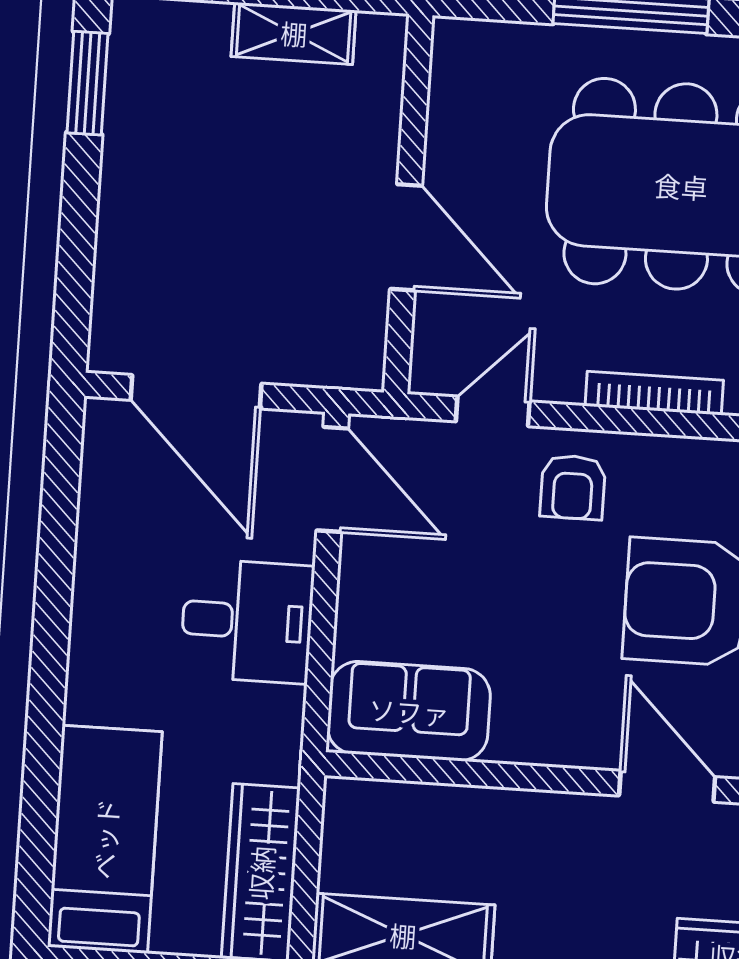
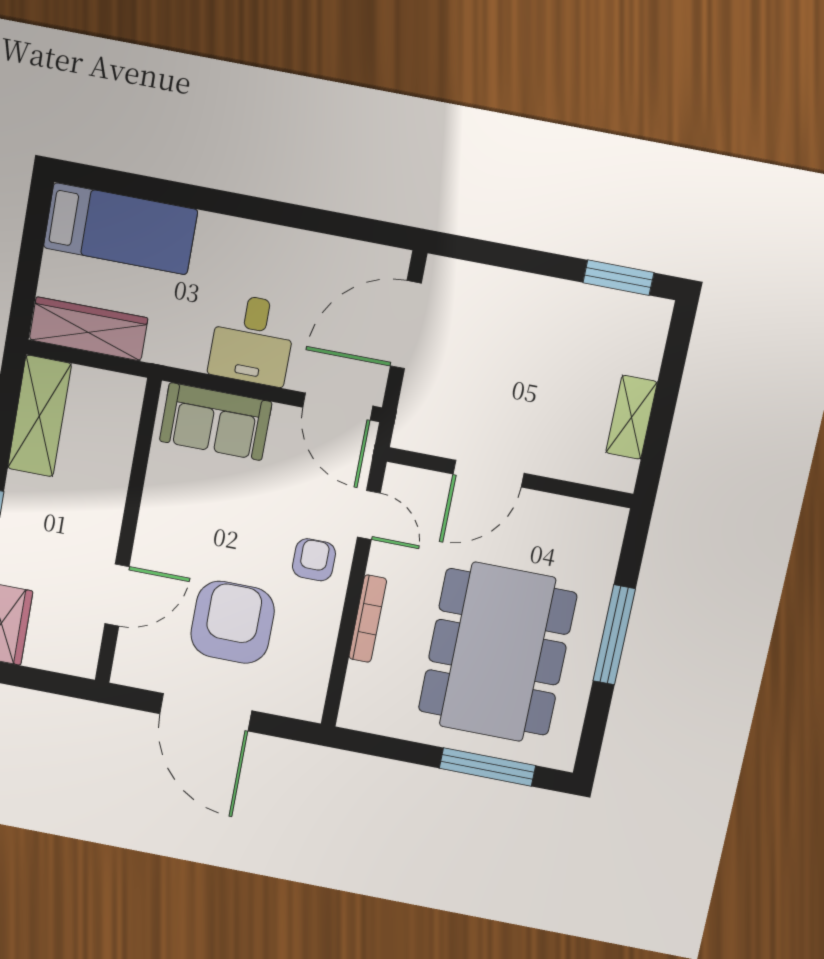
door: (332, 479) -> (338, 407), hinge flipped
armchair: (573, 487) -> (314, 560), turned 90
sofa: (409, 711) -> (216, 422), moved, turned 90

